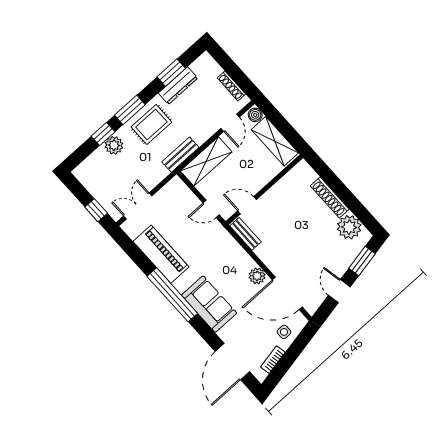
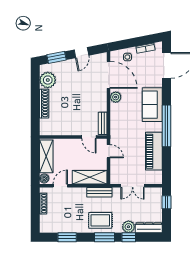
dresser: (178, 86) -> (149, 228), moved
double door: (138, 206) -> (133, 186), moved

